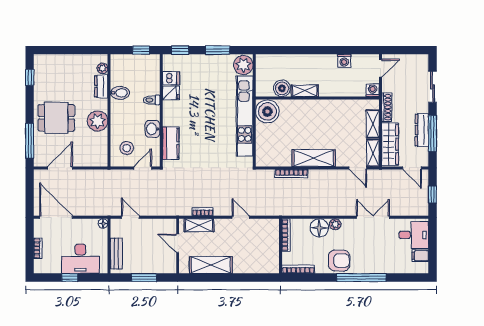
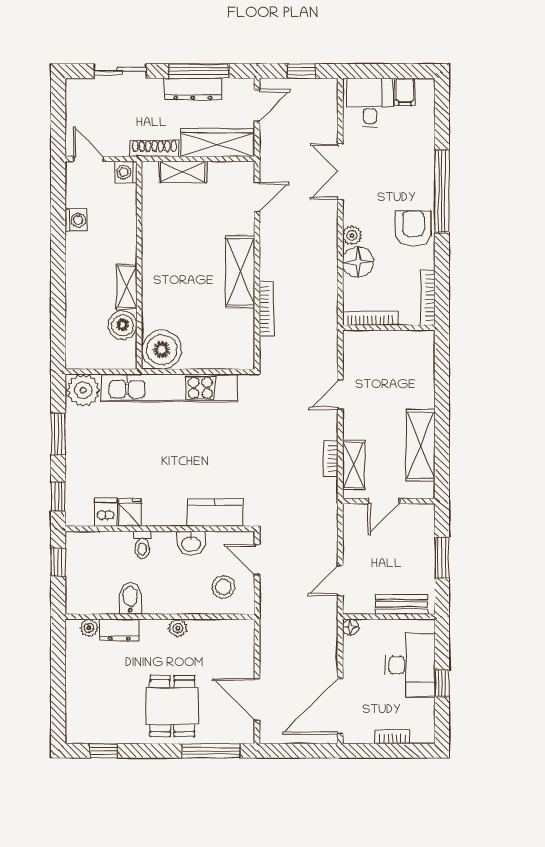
plant: (98, 121) -> (178, 628), width x0.53, depth x0.53
shelving: (373, 153) -> (232, 172), removed

